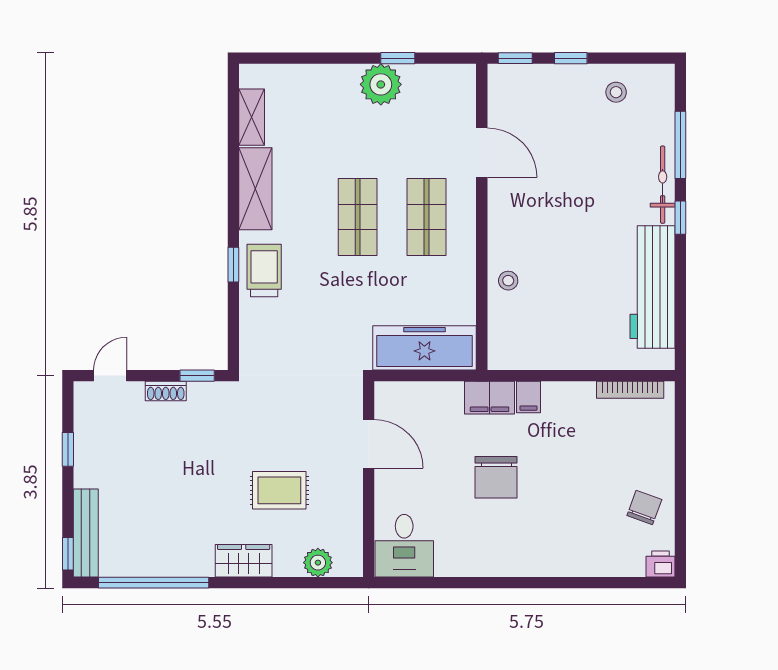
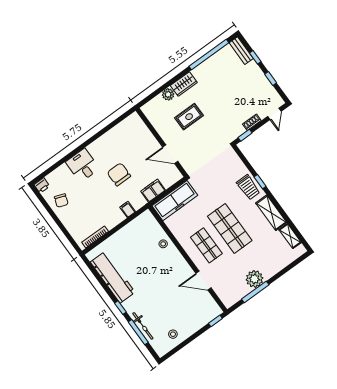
window: (398, 58) -> (255, 292), width x2.17
window: (571, 58) -> (197, 334), removed
bicycle: (663, 185) -> (143, 326), moved
shop shelf: (358, 217) -> (230, 228), width x1.43, depth x1.36
filing cabinet: (490, 398) -> (153, 191), moved
bench: (86, 533) -> (241, 51), width x0.73
desk: (404, 546) -> (83, 165), moved
window: (68, 554) -> (255, 57), moved
plant: (318, 563) -> (168, 94), moved

